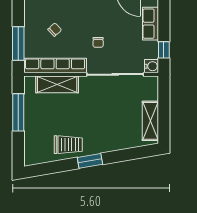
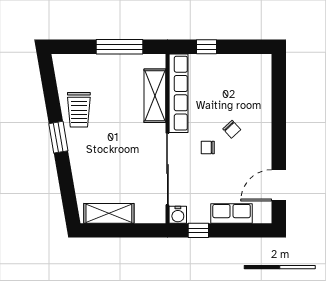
chair: (55, 30) -> (232, 129), moved
window: (18, 43) -> (206, 47), width x0.46

